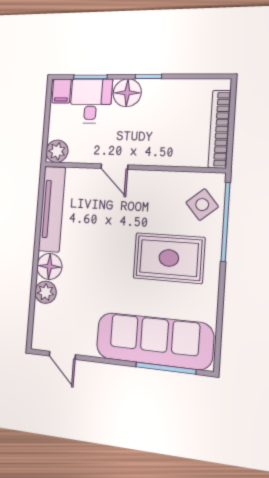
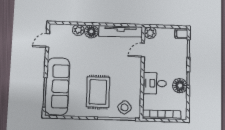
floor lamp: (127, 93) -> (180, 86), moved
desk: (91, 101) -> (155, 83), moved, turned 180
door: (114, 167) -> (143, 50), moved

